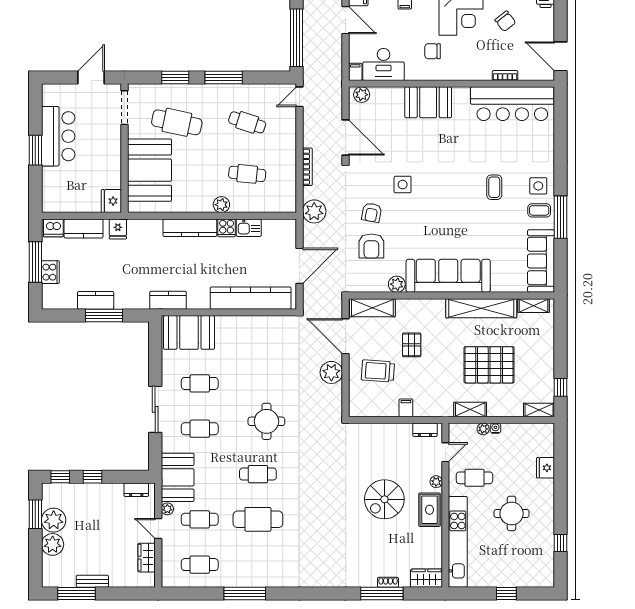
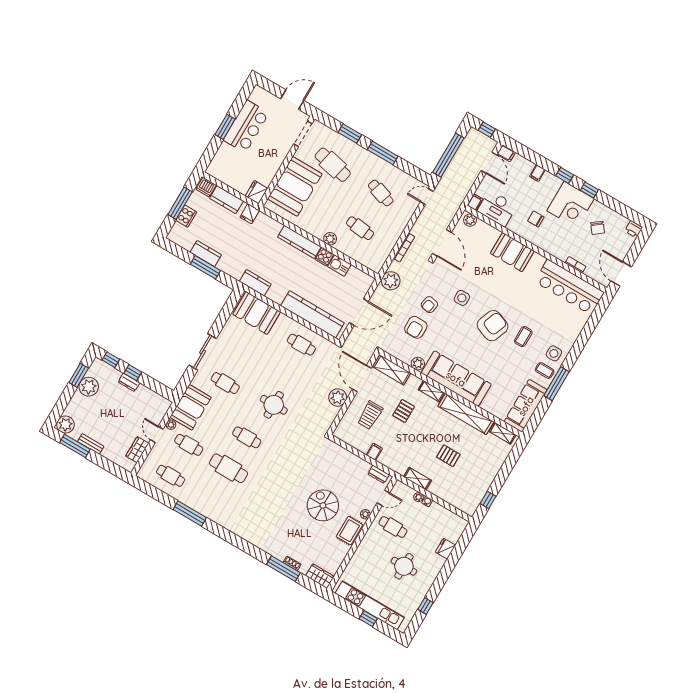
armchair: (454, 195) -> (493, 326), added
pallet: (489, 365) -> (448, 456), width x0.49, depth x0.50
trolley: (378, 371) -> (370, 415), turned -94
cafe table: (200, 383) -> (301, 345), moved
shelving: (539, 410) -> (431, 391), moved
dresser: (136, 490) -> (129, 382), moved
spiral stairs: (384, 499) -> (323, 505), turned 90
kitchen unit: (458, 542) -> (370, 605), moved, turned -90
plant: (53, 544) -> (65, 425), moved

